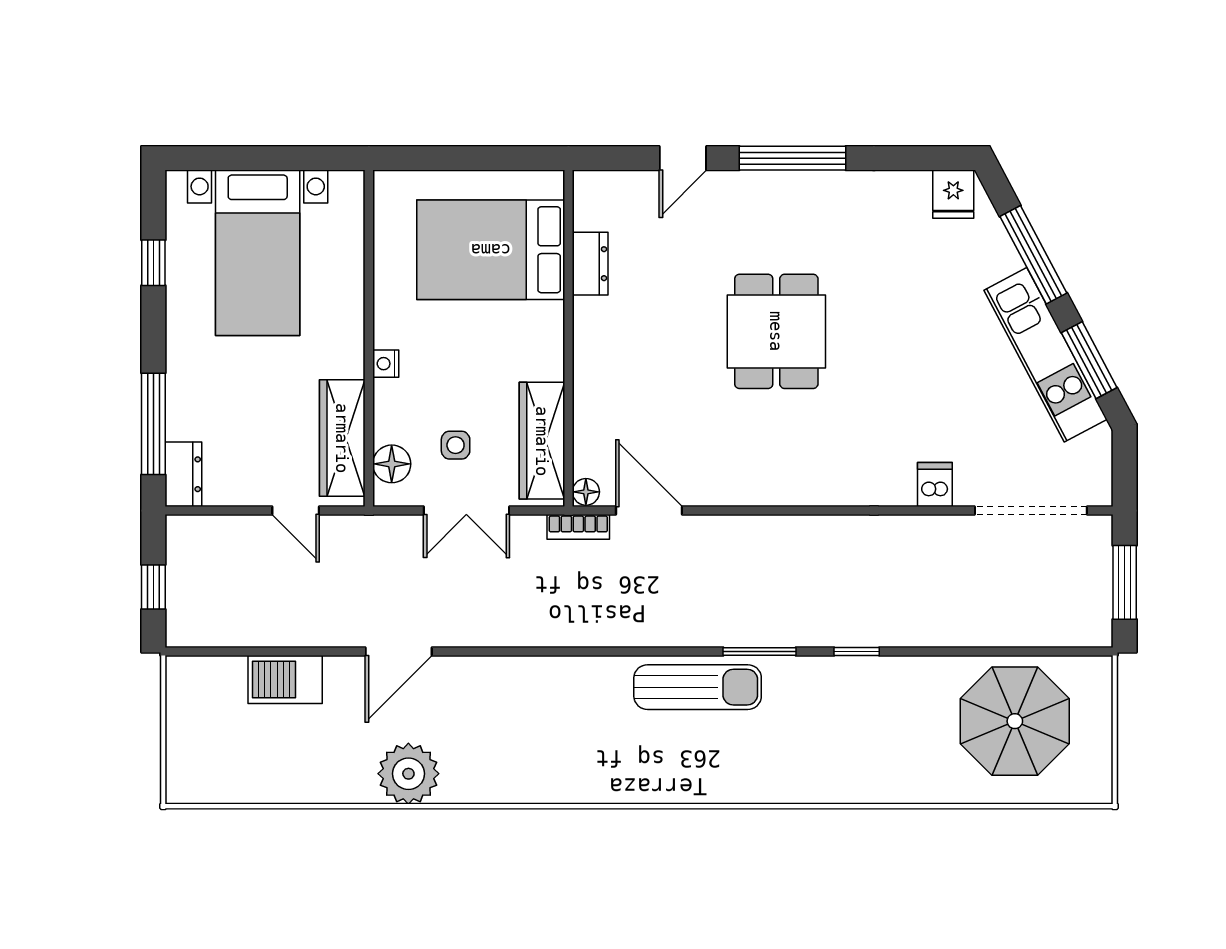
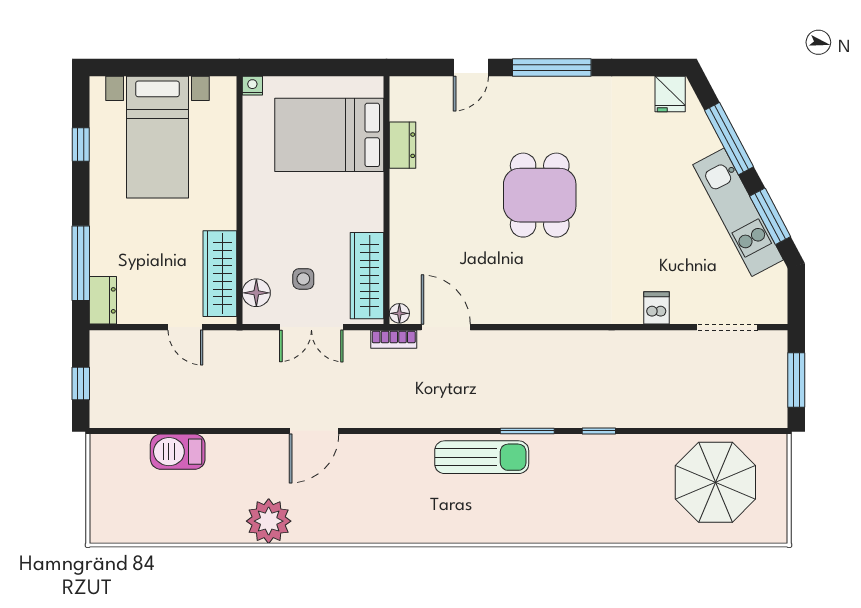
nightstand: (386, 364) -> (252, 86), moved, turned 90
doorway: (1031, 511) -> (727, 327), width x0.73
door: (399, 652) -> (314, 431), moved

